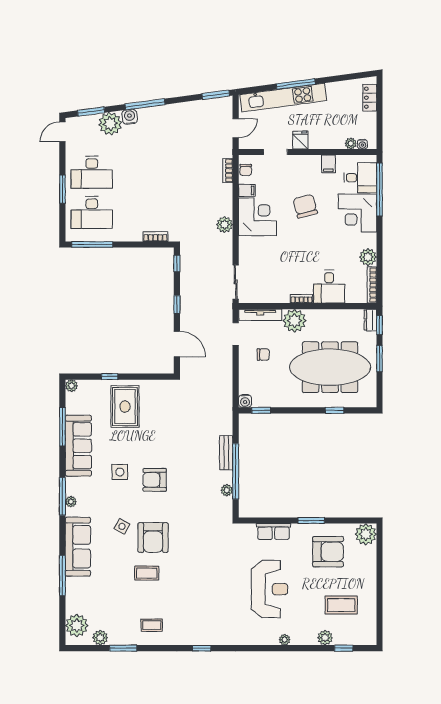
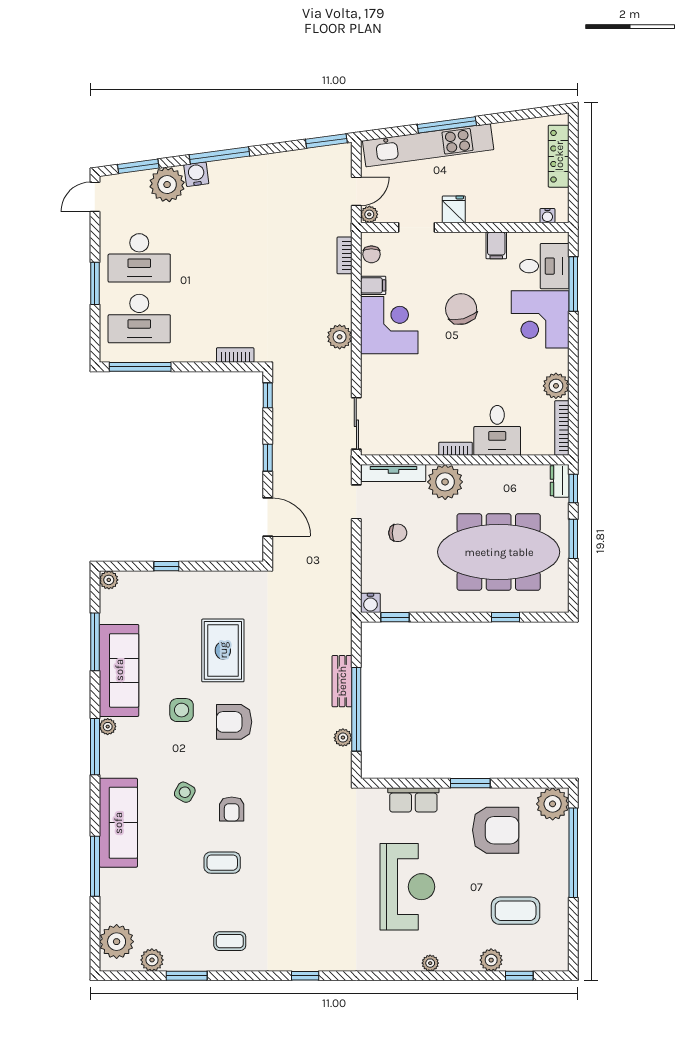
locker: (370, 98) -> (559, 156), width x1.53
plant: (351, 143) -> (369, 214), moved
window: (380, 190) -> (573, 284), width x0.68
rug: (125, 407) -> (223, 650), moved
plant: (71, 502) -> (108, 727), moved
armchair: (153, 538) -> (232, 809), width x0.53, depth x0.53
window: (380, 567) -> (573, 853), added

